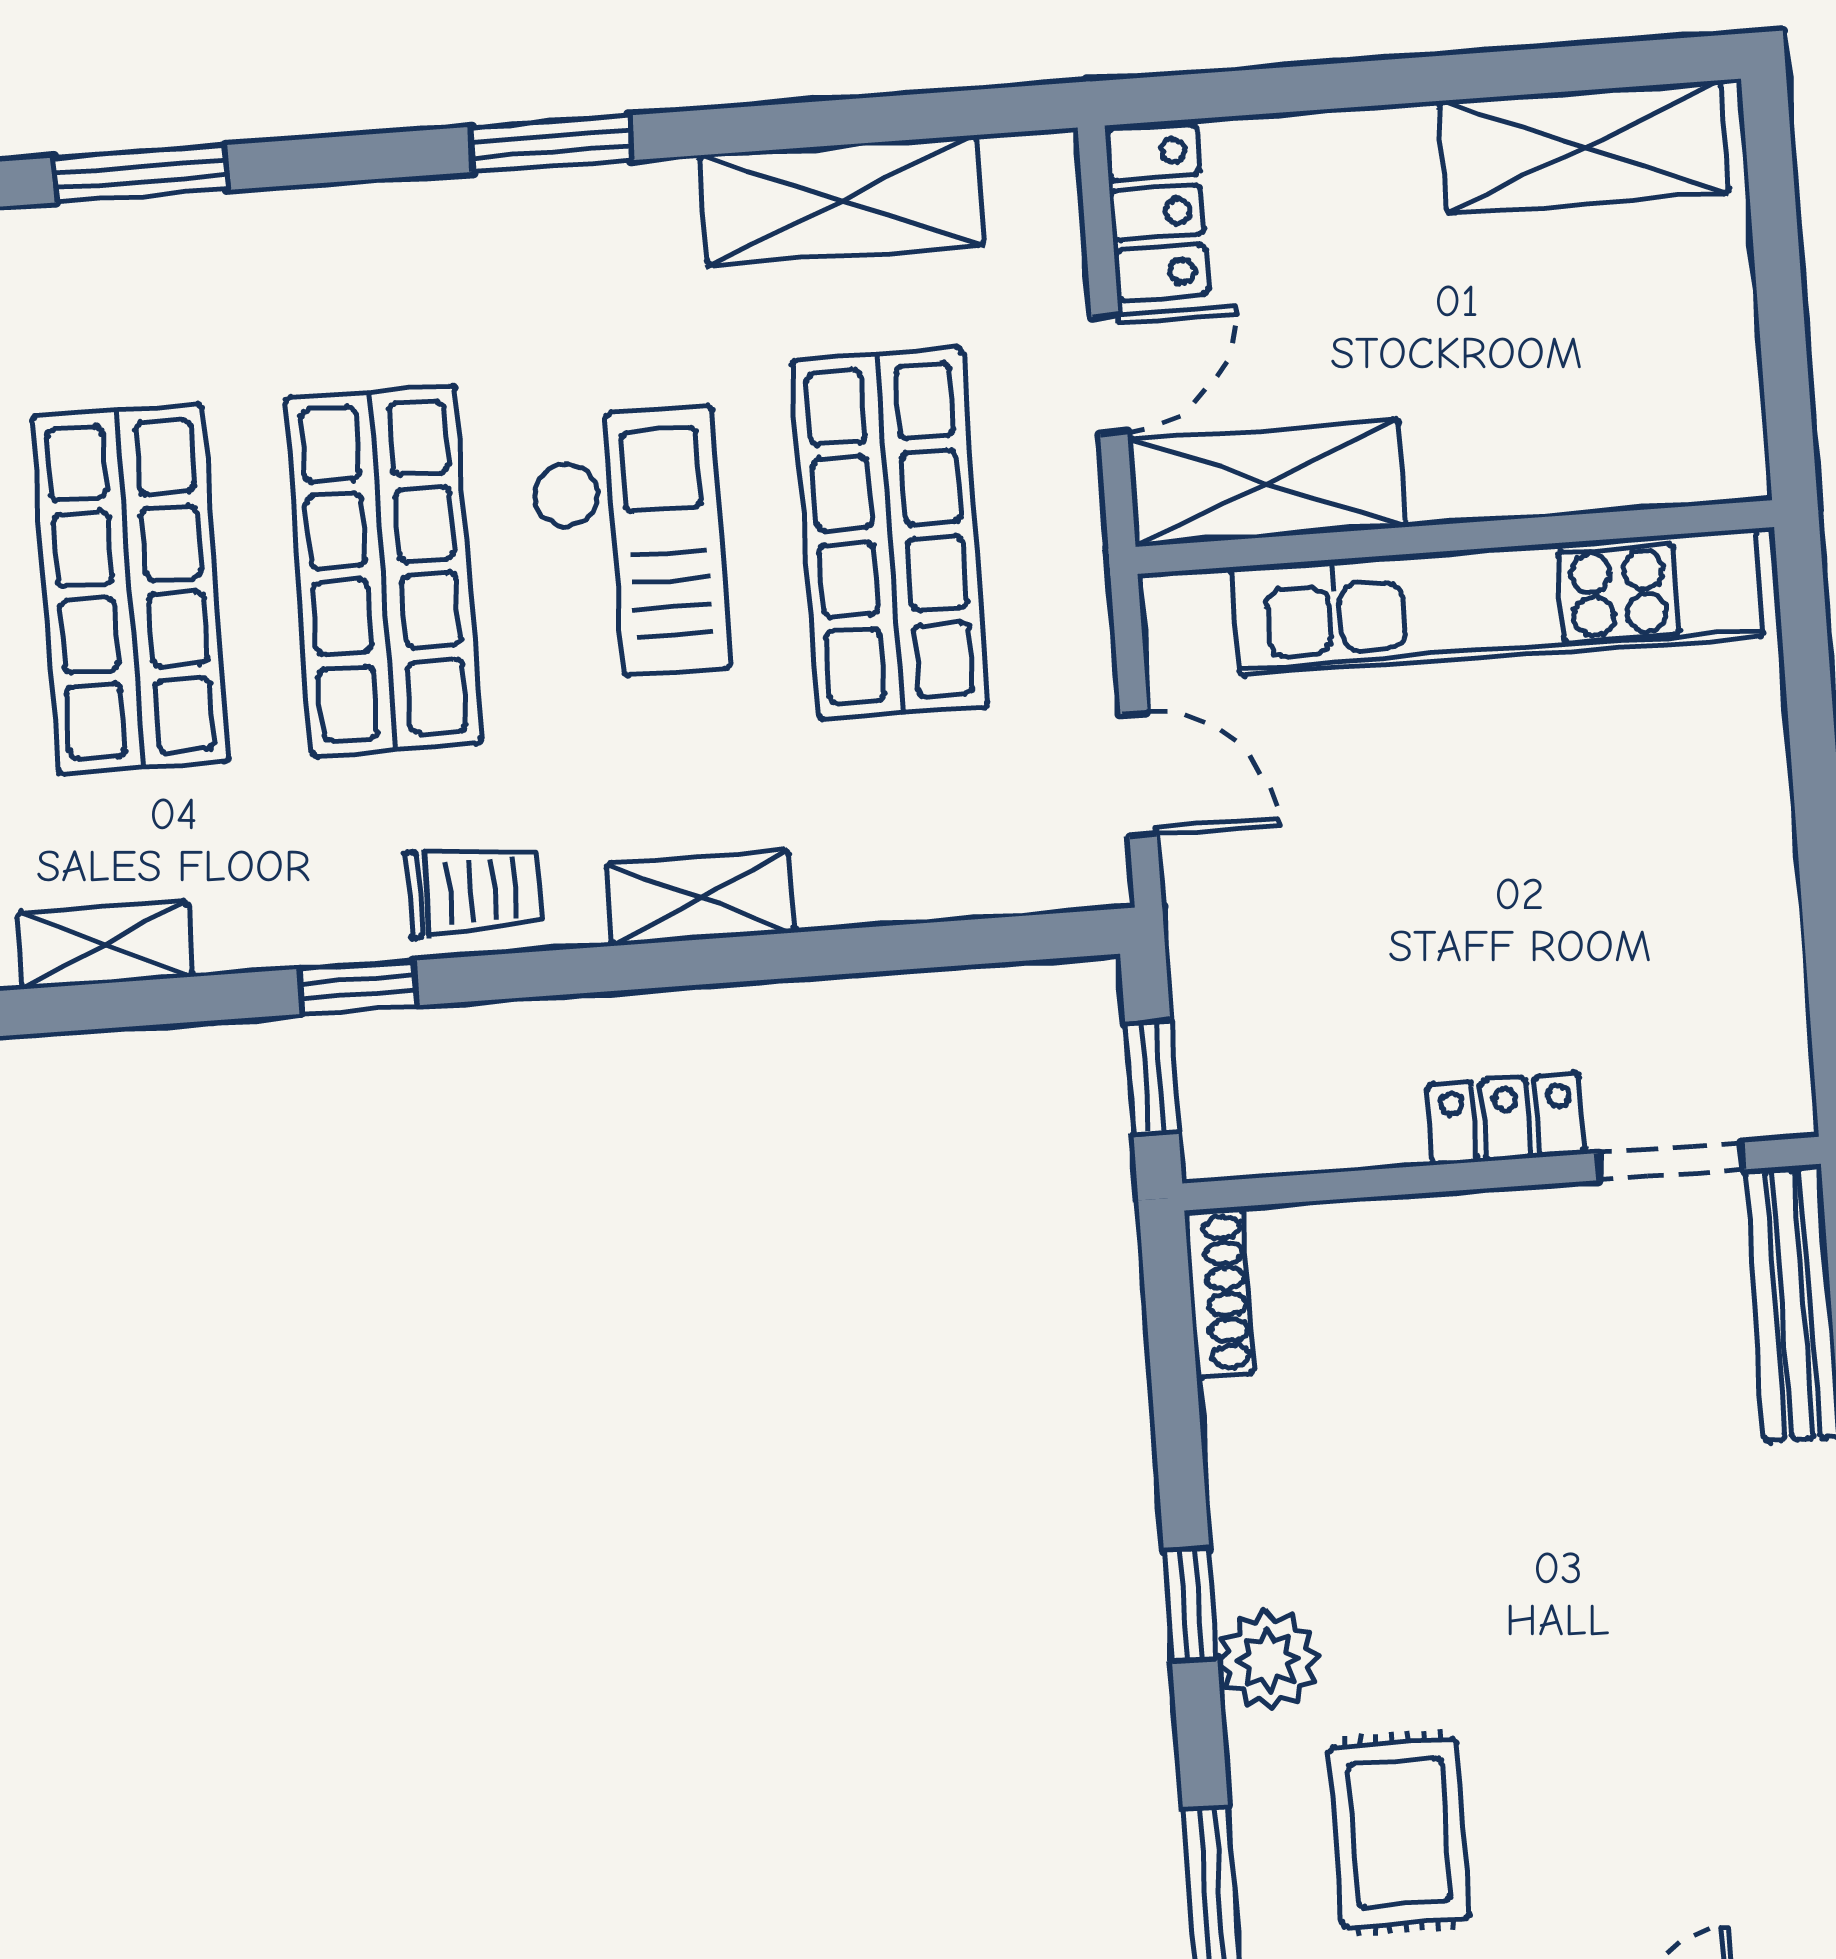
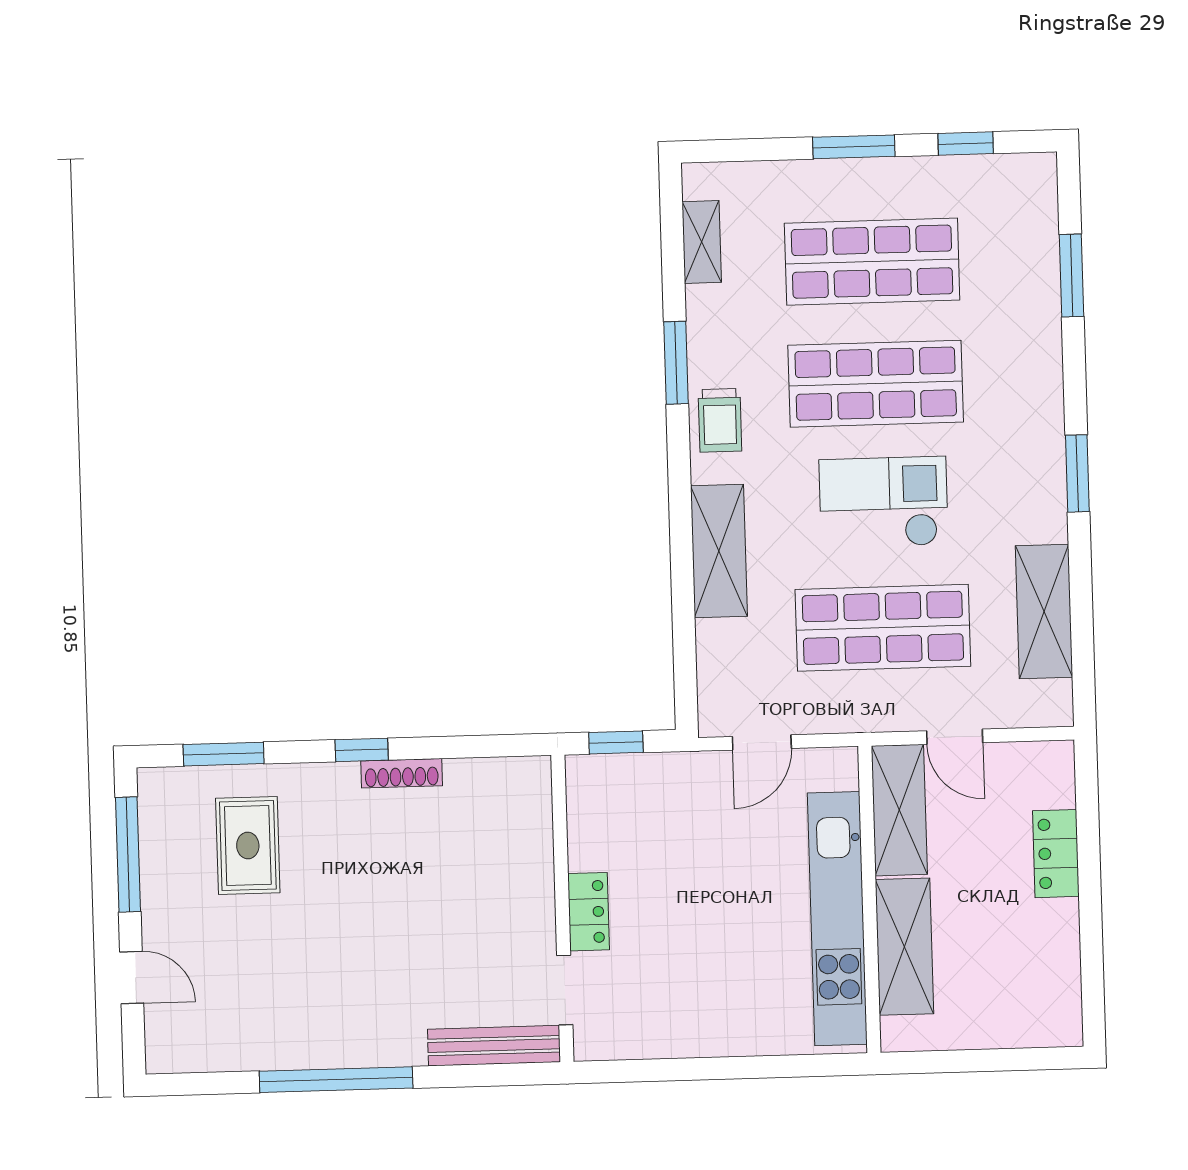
shelving: (1584, 147) -> (904, 947), moved
locker: (1157, 212) -> (1056, 854), moved, turned 90
checkout: (629, 544) -> (883, 502), turned 180
shelving: (700, 898) -> (719, 551), width x1.50, depth x1.33
window: (358, 987) -> (676, 363), width x1.50
shoe rack: (1219, 1292) -> (402, 773), moved
plant: (1268, 1660) -> (334, 786), removed
rug: (1399, 1833) -> (248, 845), turned 90

